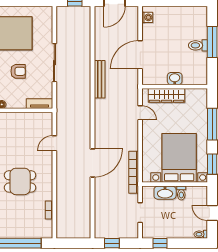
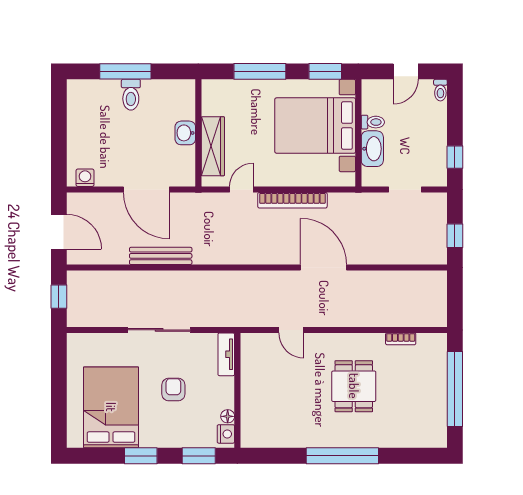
bench: (100, 79) -> (161, 256), moved
bookcase: (134, 172) -> (292, 200), moved

